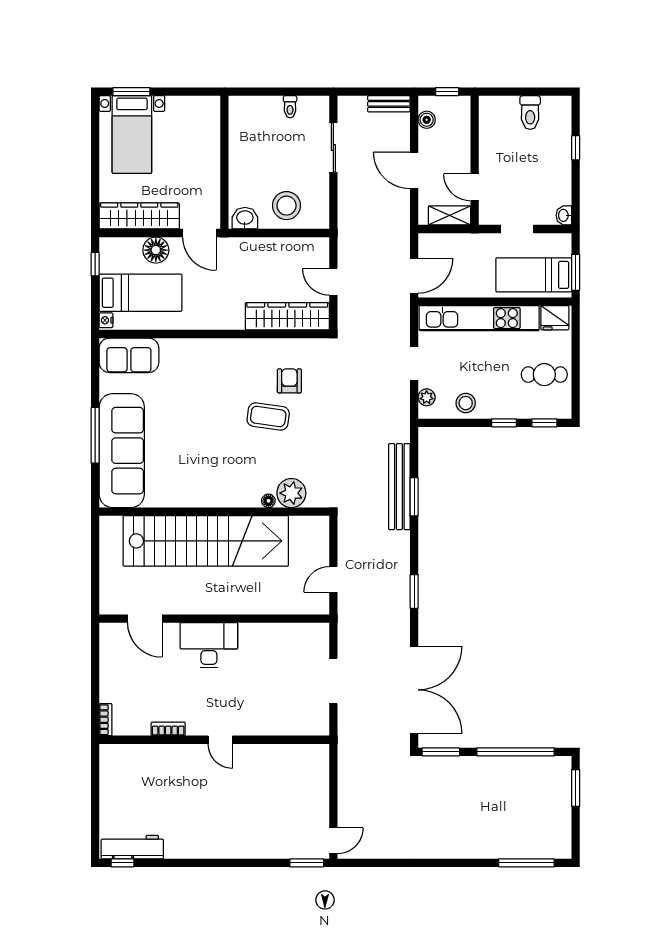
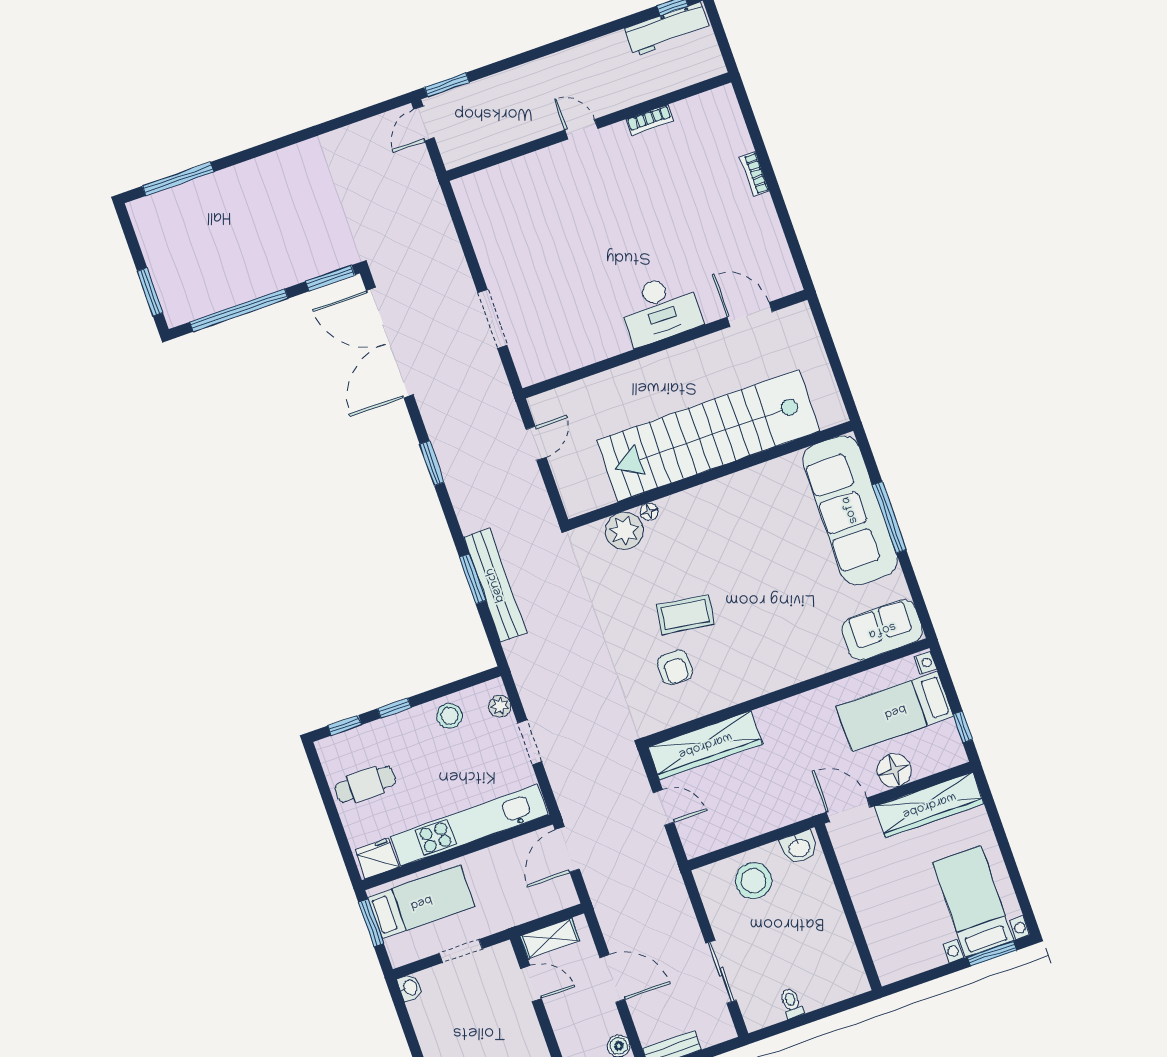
bookcase: (168, 729) -> (650, 120), moved
wall: (214, 740) -> (589, 127), moved
door: (220, 740) -> (581, 129), moved

